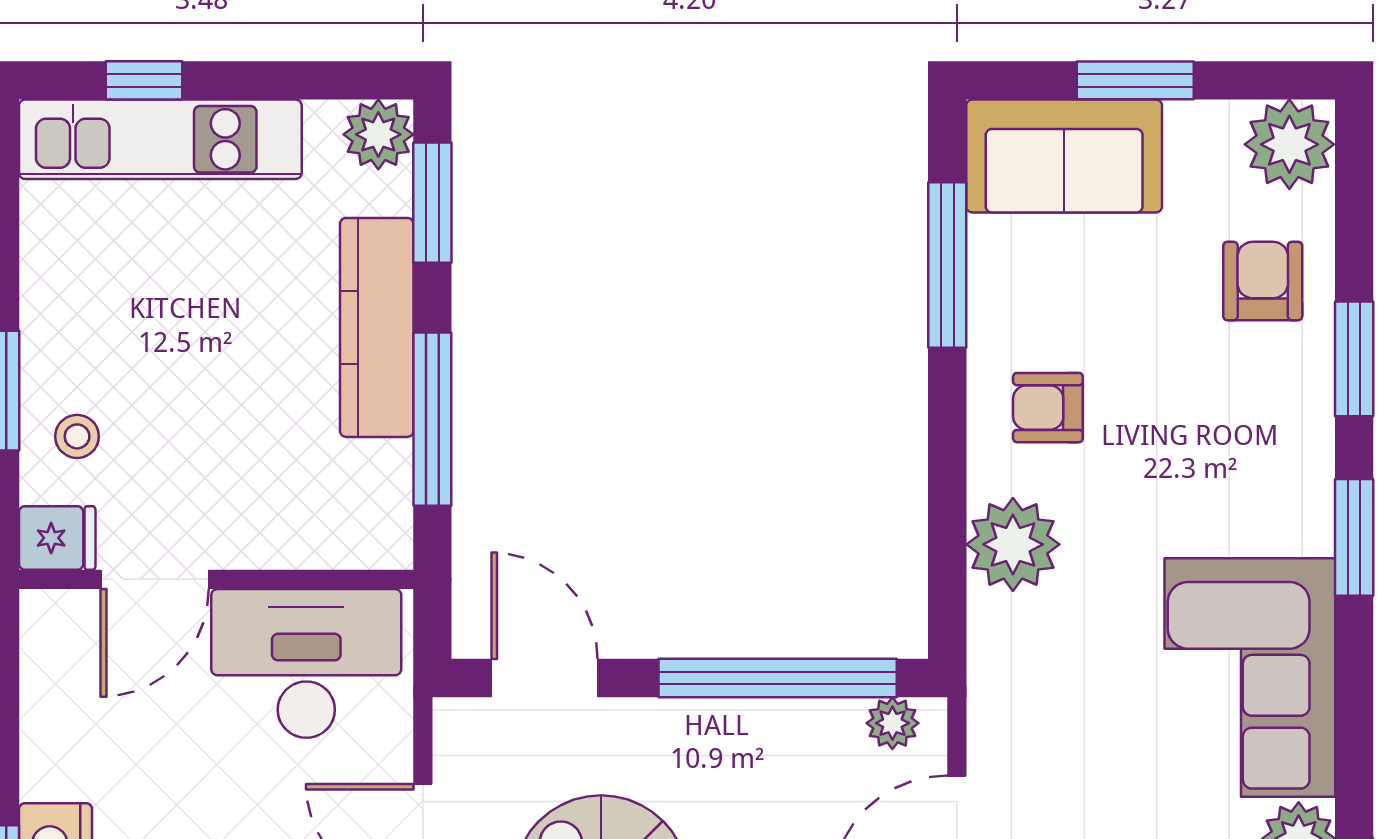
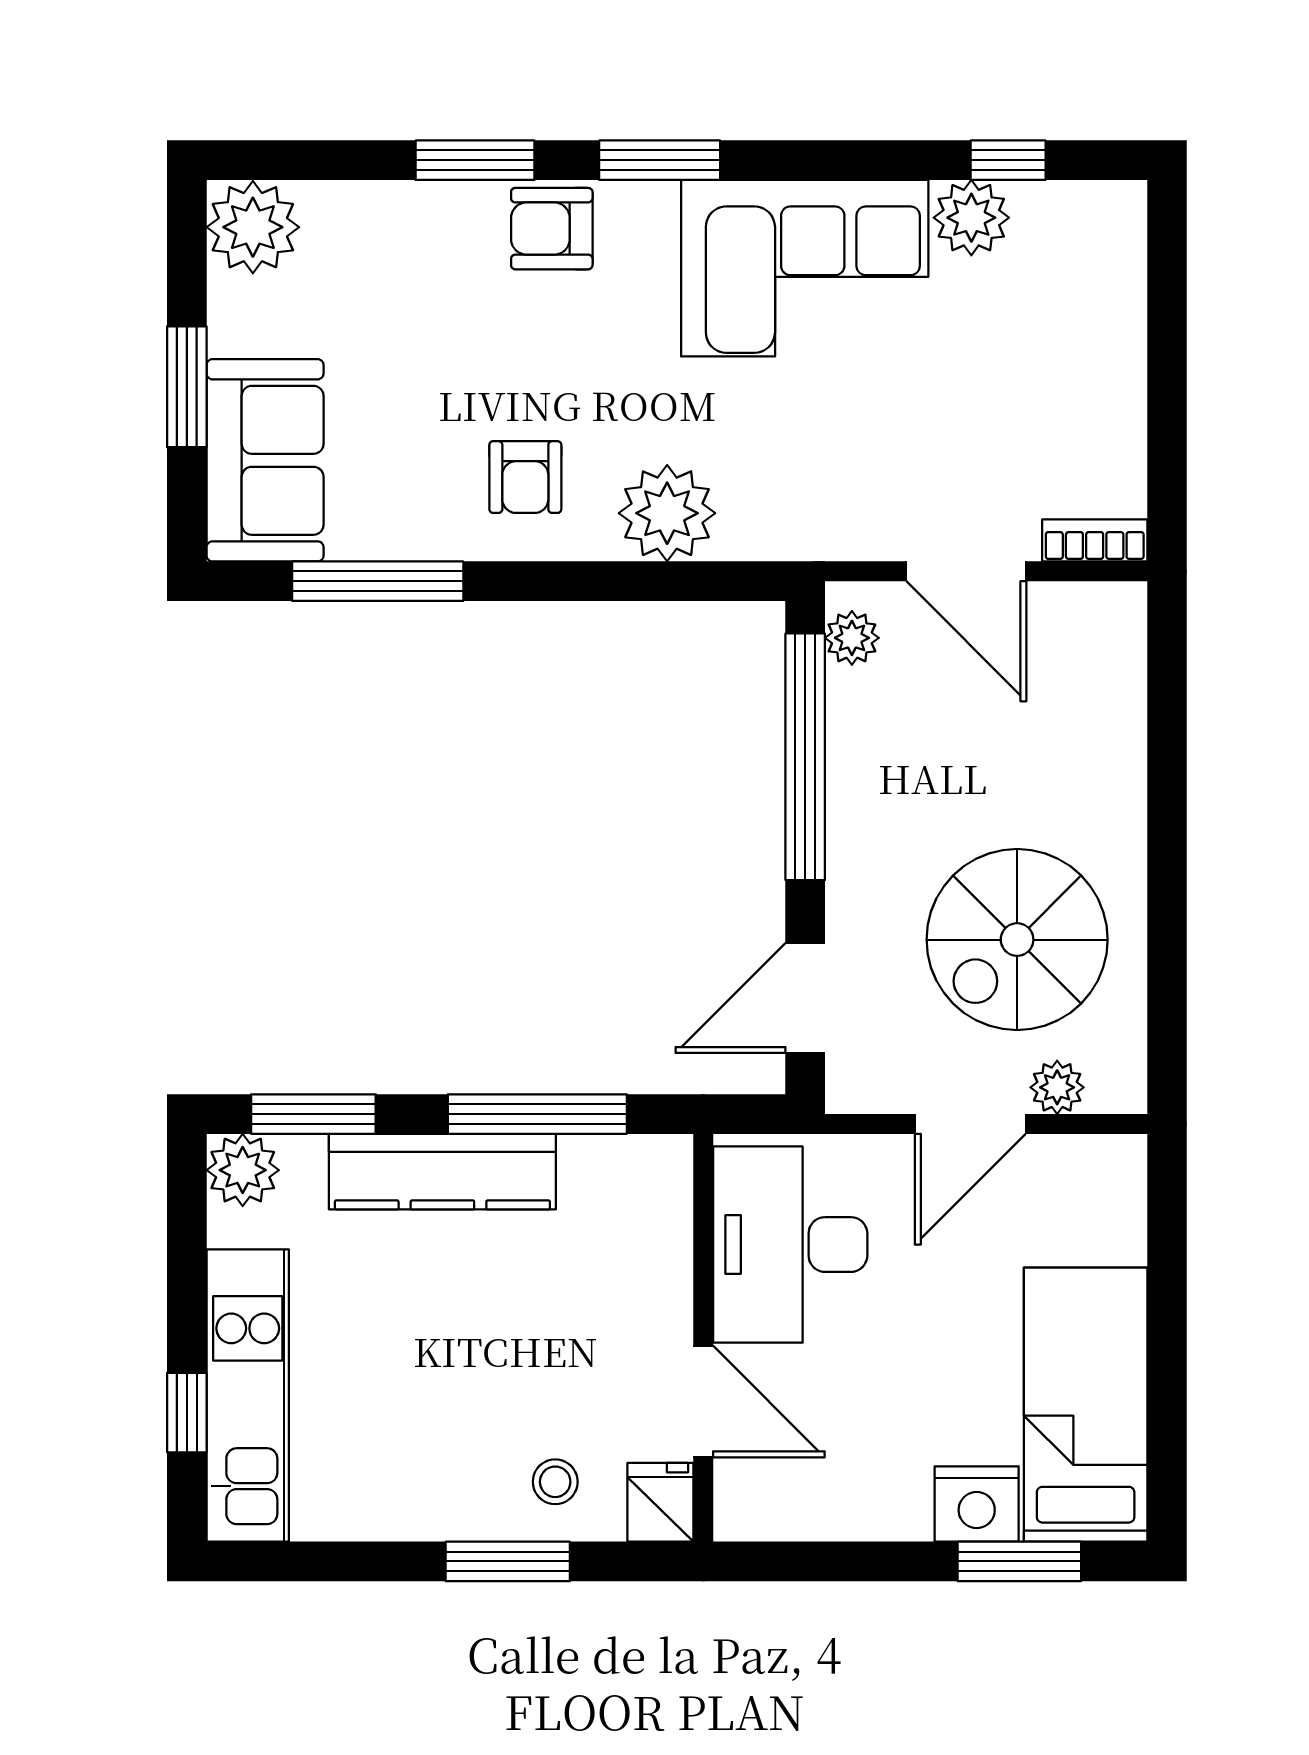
armchair: (1263, 281) -> (552, 229), moved

